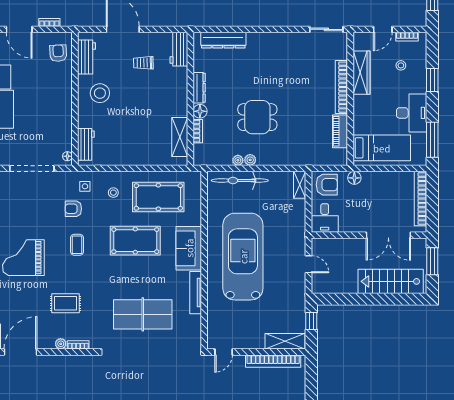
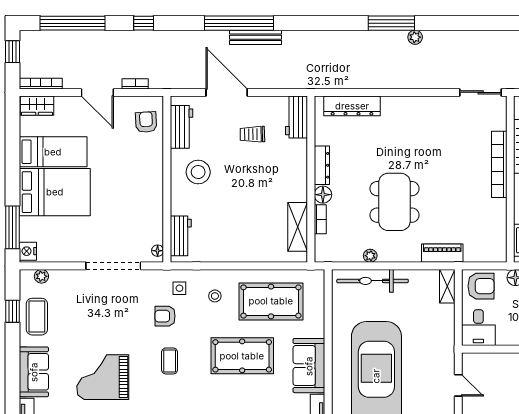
dining table: (257, 117) -> (394, 202), width x1.37
piano: (340, 131) -> (442, 253), moved, turned 90
plant: (250, 160) -> (385, 255), removed

